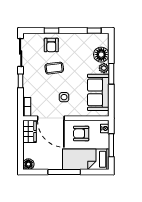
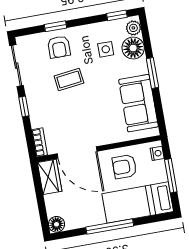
plant: (104, 68) -> (133, 28), moved
side table: (64, 97) -> (106, 49), moved

